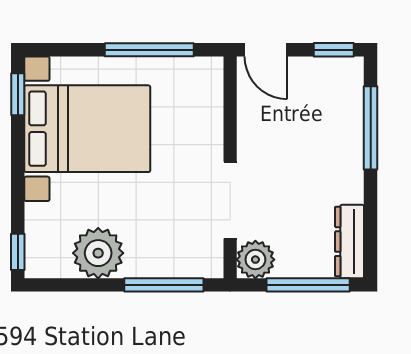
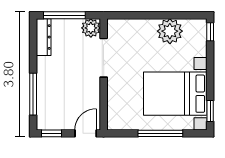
window: (149, 50) -> (160, 133), moved
door: (266, 50) -> (86, 133), hinge flipped
window: (164, 285) -> (137, 15), removed

